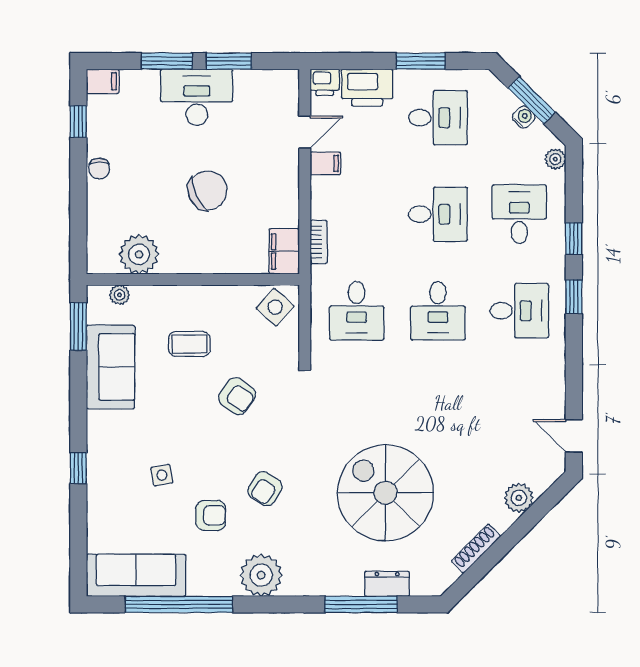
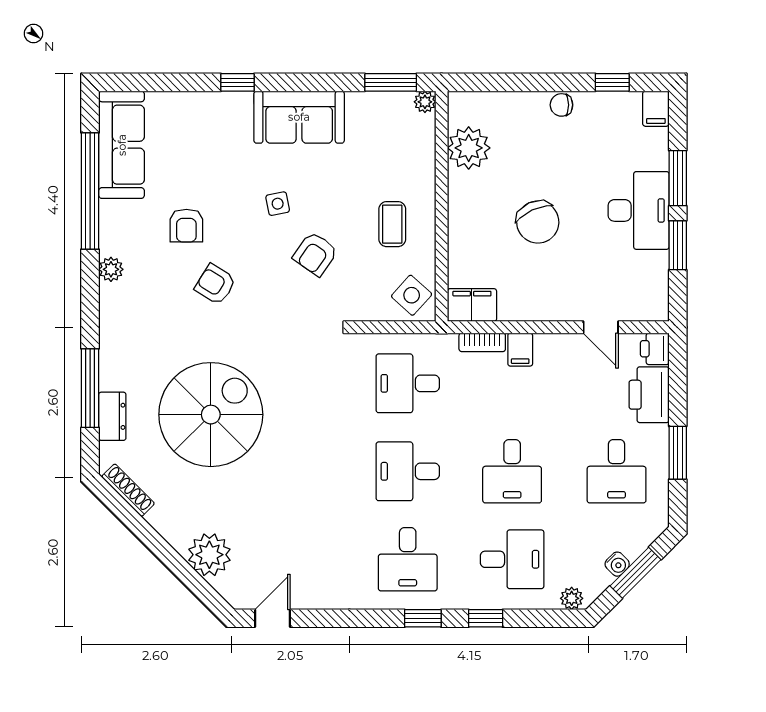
filing cabinet: (325, 163) -> (520, 350), moved
plant: (120, 295) -> (425, 102), moved
coffee table: (189, 344) -> (392, 224), moved
sofa: (110, 367) -> (299, 117), moved
side table: (162, 475) -> (278, 204), moved
plant: (519, 498) -> (209, 555), width x1.36, depth x1.36
shoe rack: (476, 549) -> (128, 490), moved
plant: (261, 575) -> (111, 269), width x0.53, depth x0.53

